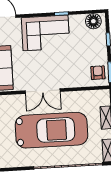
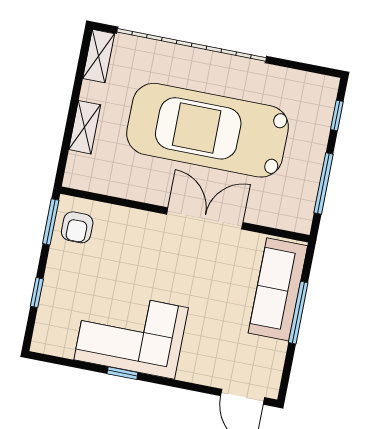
floor lamp: (93, 21) -> (59, 339), removed
corner sofa: (46, 33) -> (131, 334), moved

